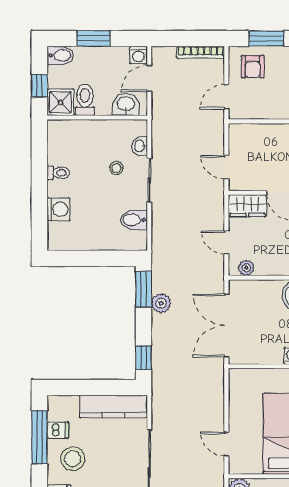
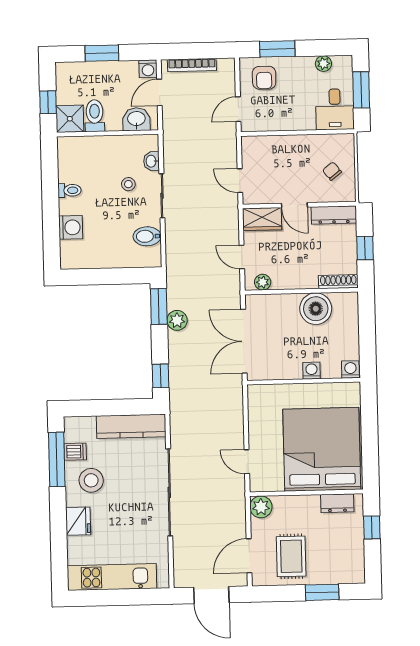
bookcase: (201, 52) -> (192, 65), moved
bidet: (60, 55) -> (69, 71), removed

